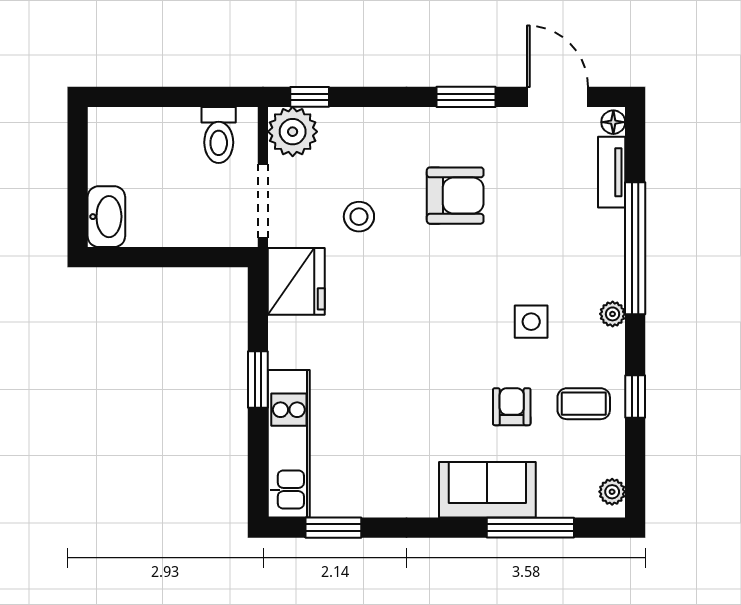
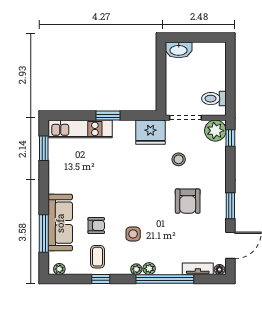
plant: (611, 285) -> (149, 269), added
sofa: (487, 490) -> (60, 223), width x1.36

